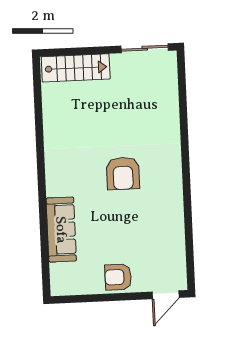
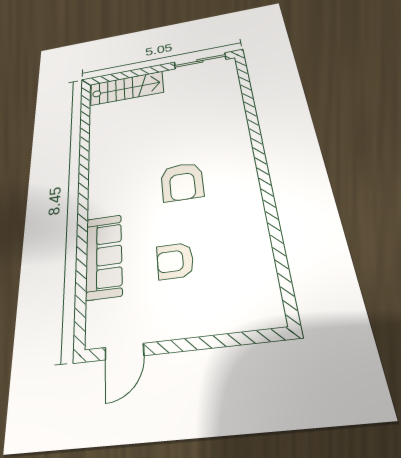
armchair: (118, 277) -> (175, 261), moved
door: (166, 295) -> (124, 352), moved

